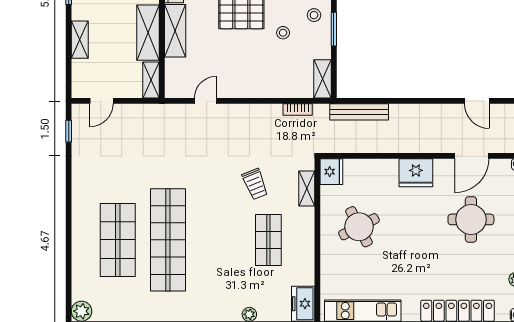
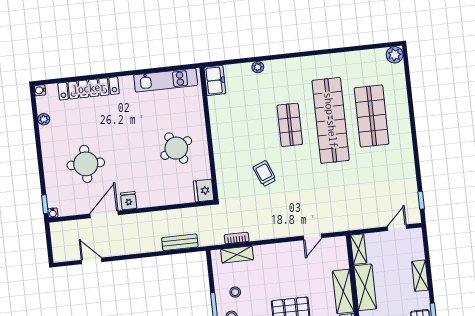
stool: (283, 33) -> (235, 292), moved
shelving: (322, 79) -> (237, 254), moved, turned 90
bench: (359, 112) -> (180, 242), width x0.73
door: (472, 156) -> (104, 214), moved
fridge: (416, 173) -> (129, 201), width x0.53, depth x0.75
shelving: (307, 188) -> (222, 175), removed
shop shelf: (268, 240) -> (290, 125), moved

